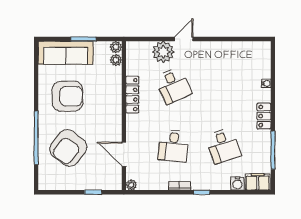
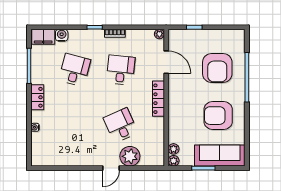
locker: (132, 95) -> (158, 99), moved
desk: (223, 146) -> (75, 70), turned 33
armchair: (68, 148) -> (217, 68), turned 143

